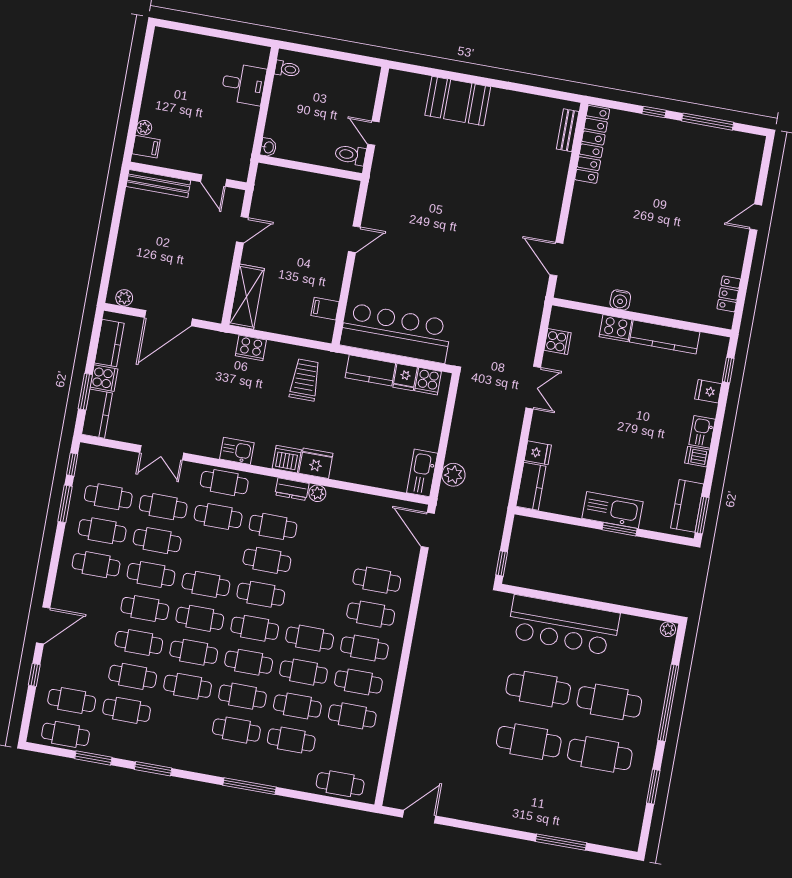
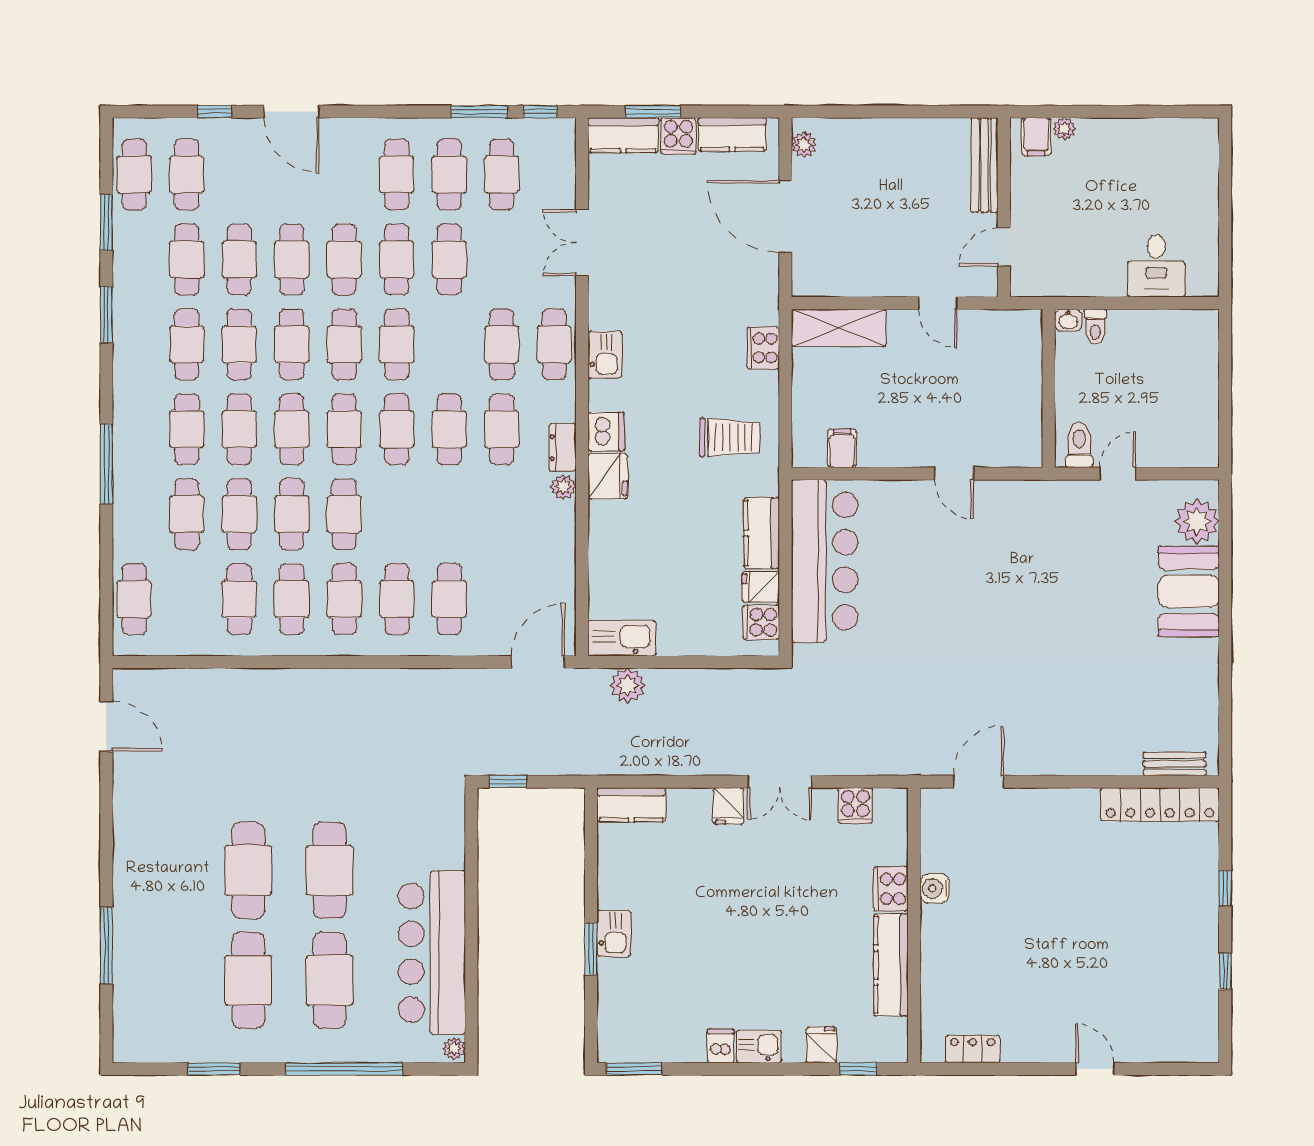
toilet: (287, 69) -> (1095, 327), moved
plant: (413, 88) -> (1197, 521), added
window: (708, 122) -> (1225, 971), width x0.46
fridge: (538, 453) -> (729, 806), moved
kitchen counter: (687, 506) -> (644, 1044), removed
cafe table: (163, 507) -> (187, 344), moved
kitchen sink: (613, 510) -> (614, 933), width x0.53, depth x0.81
bar counter: (564, 625) -> (432, 953), moved

